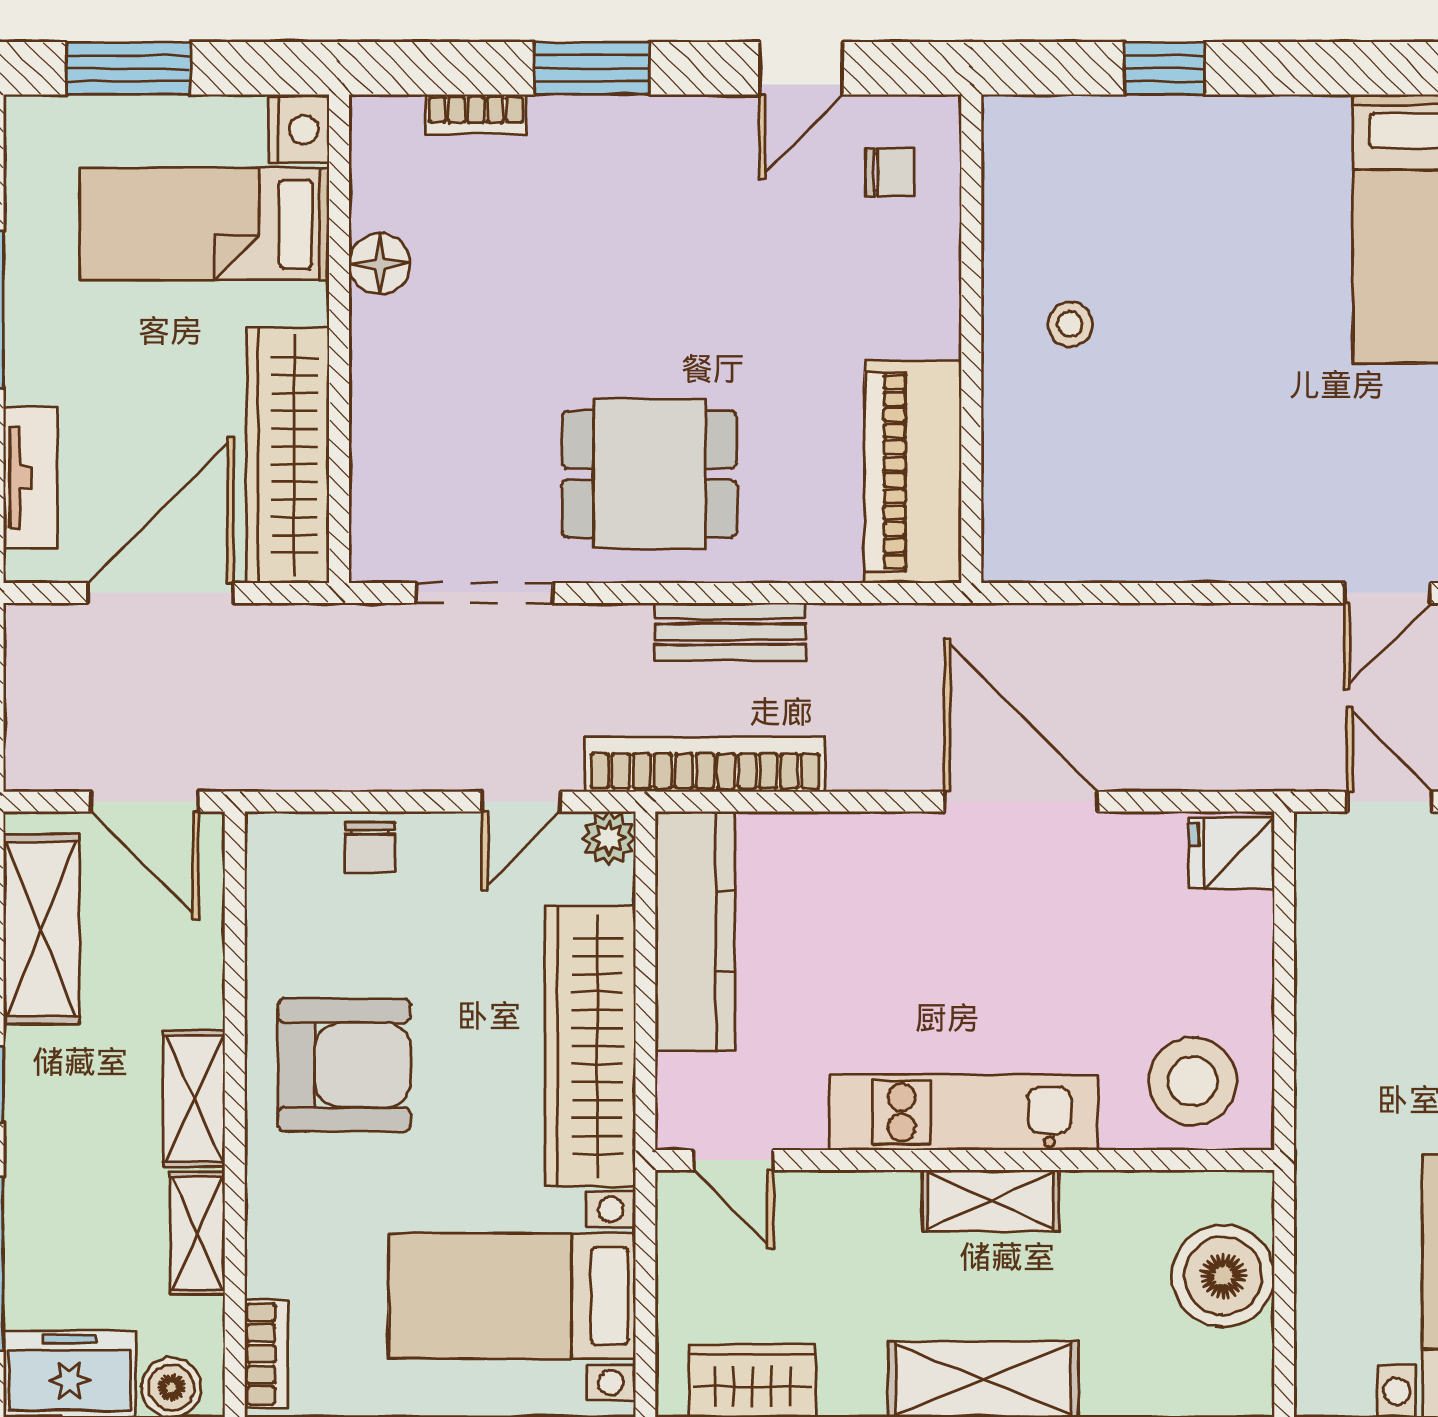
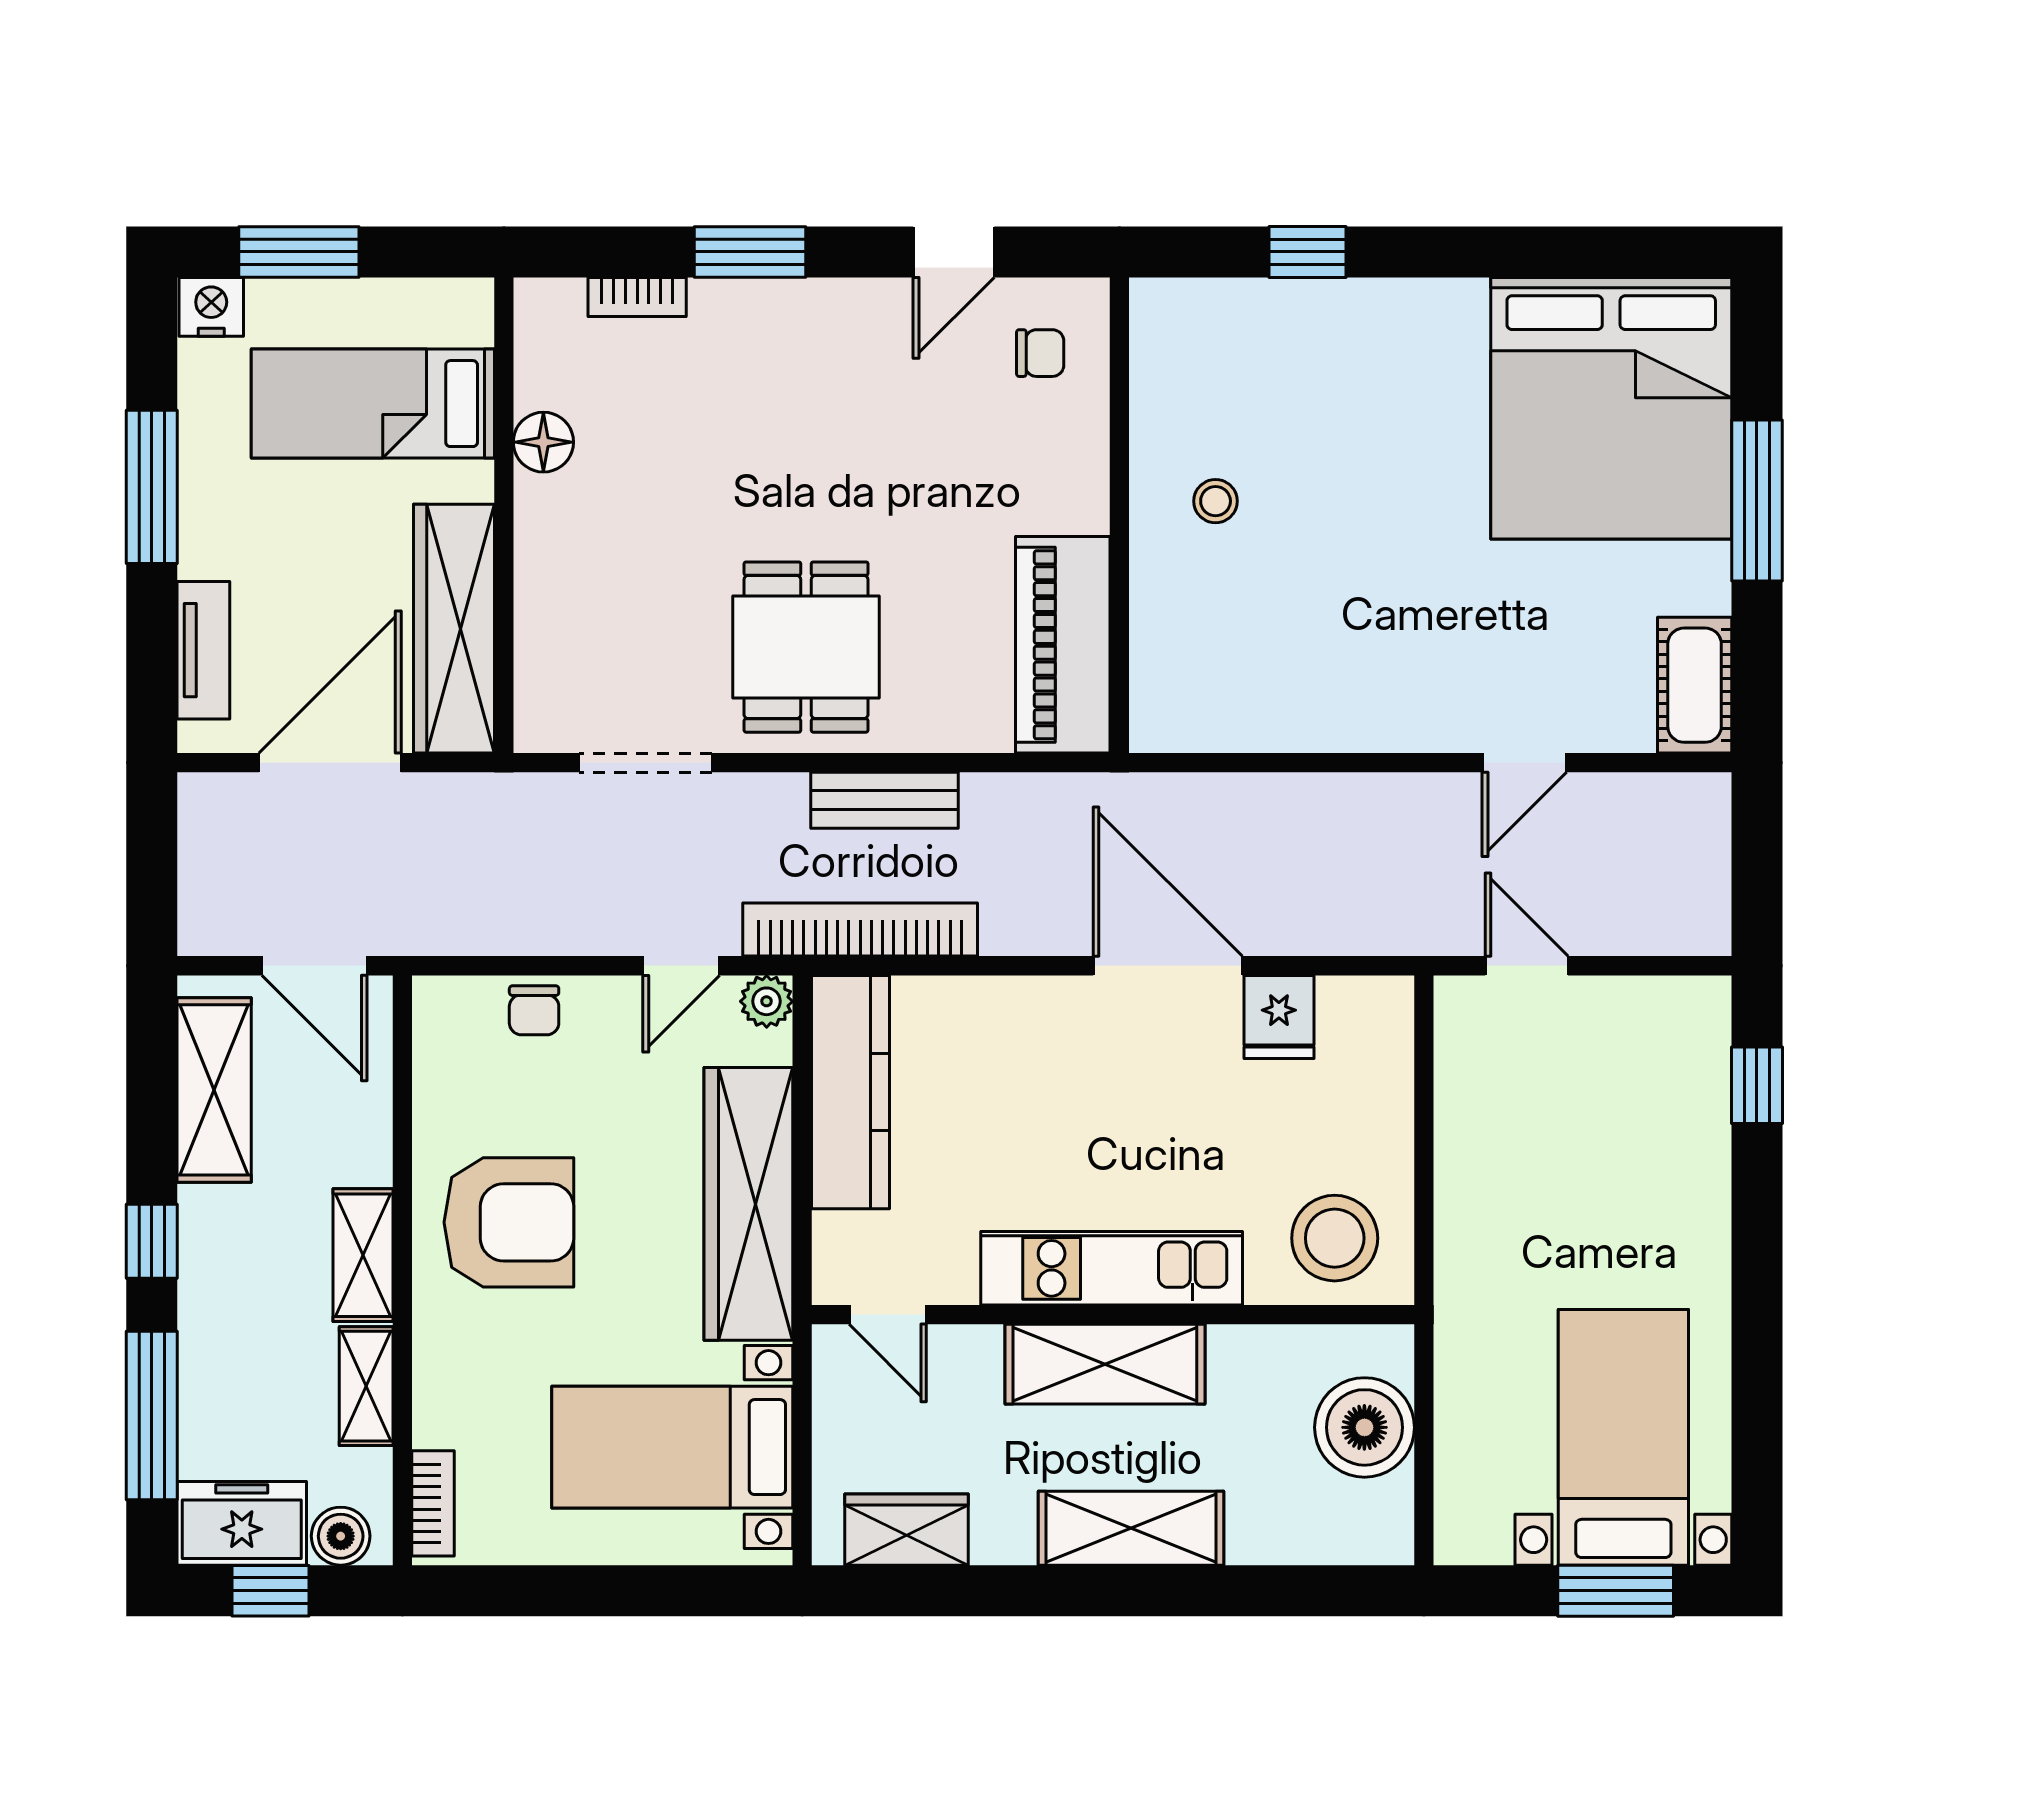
nightstand: (299, 130) -> (211, 307), moved, turned -90
dining table: (649, 474) -> (806, 647), turned 90
fridge: (1232, 853) -> (1279, 1017), moved, turned -90
shelving: (991, 1201) -> (1105, 1364), width x1.50, depth x1.33

